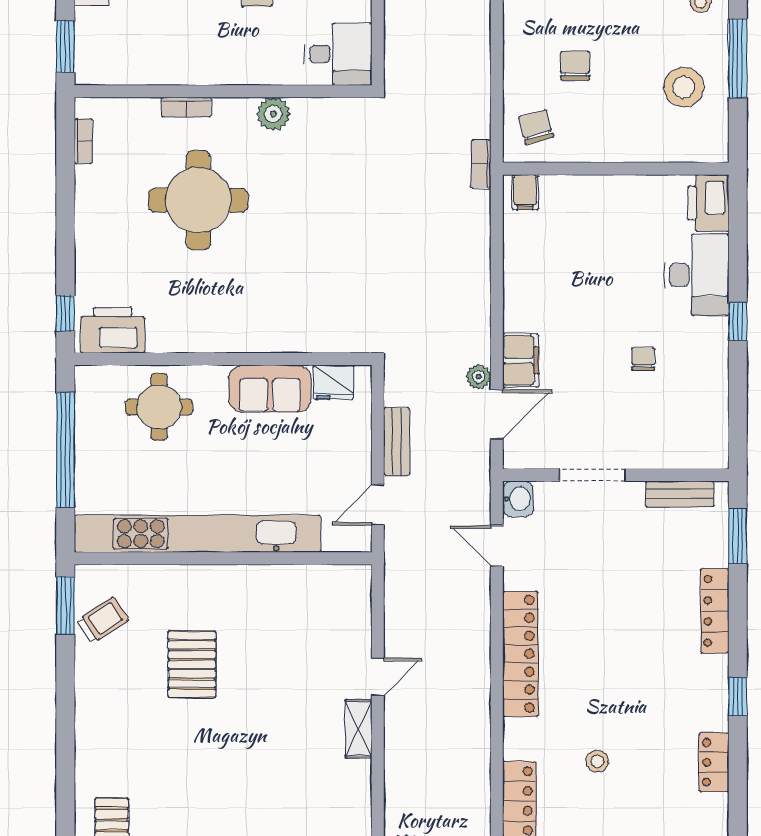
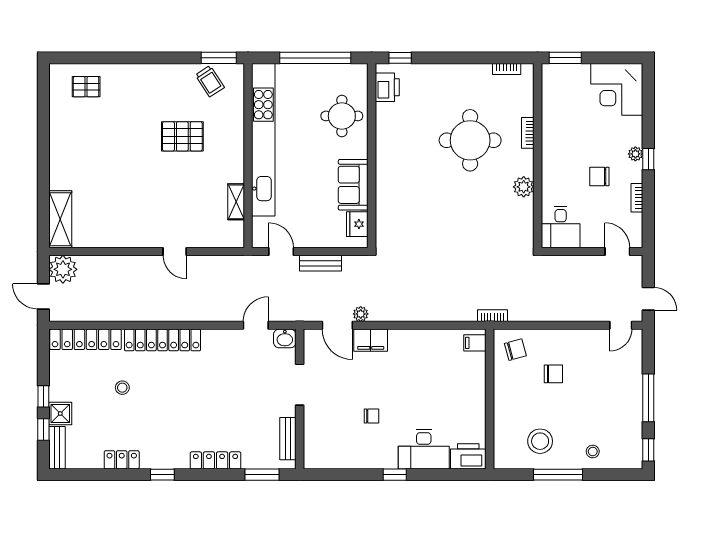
printer: (113, 330) -> (387, 87), width x0.73, depth x0.84
locker: (520, 654) -> (162, 340), moved
shelving: (359, 729) -> (236, 202), moved, turned 90

